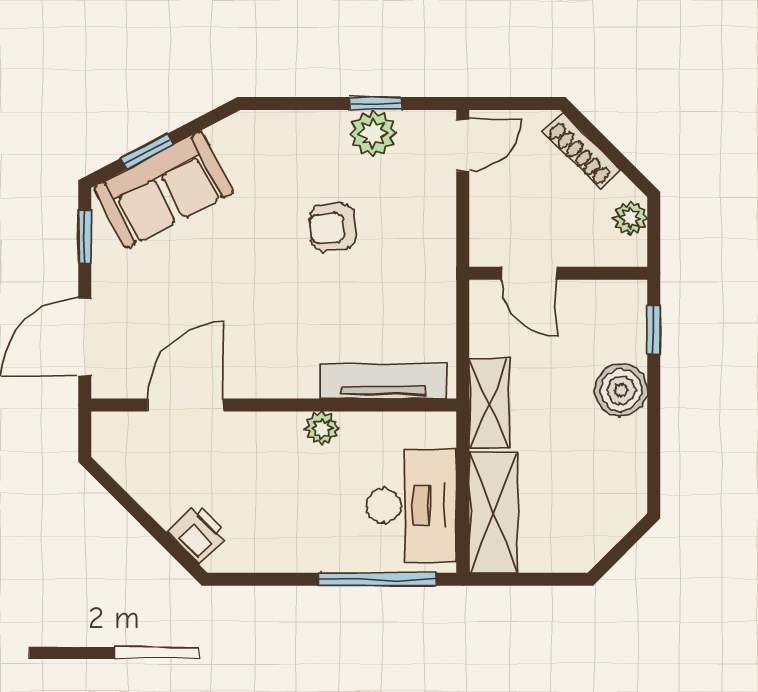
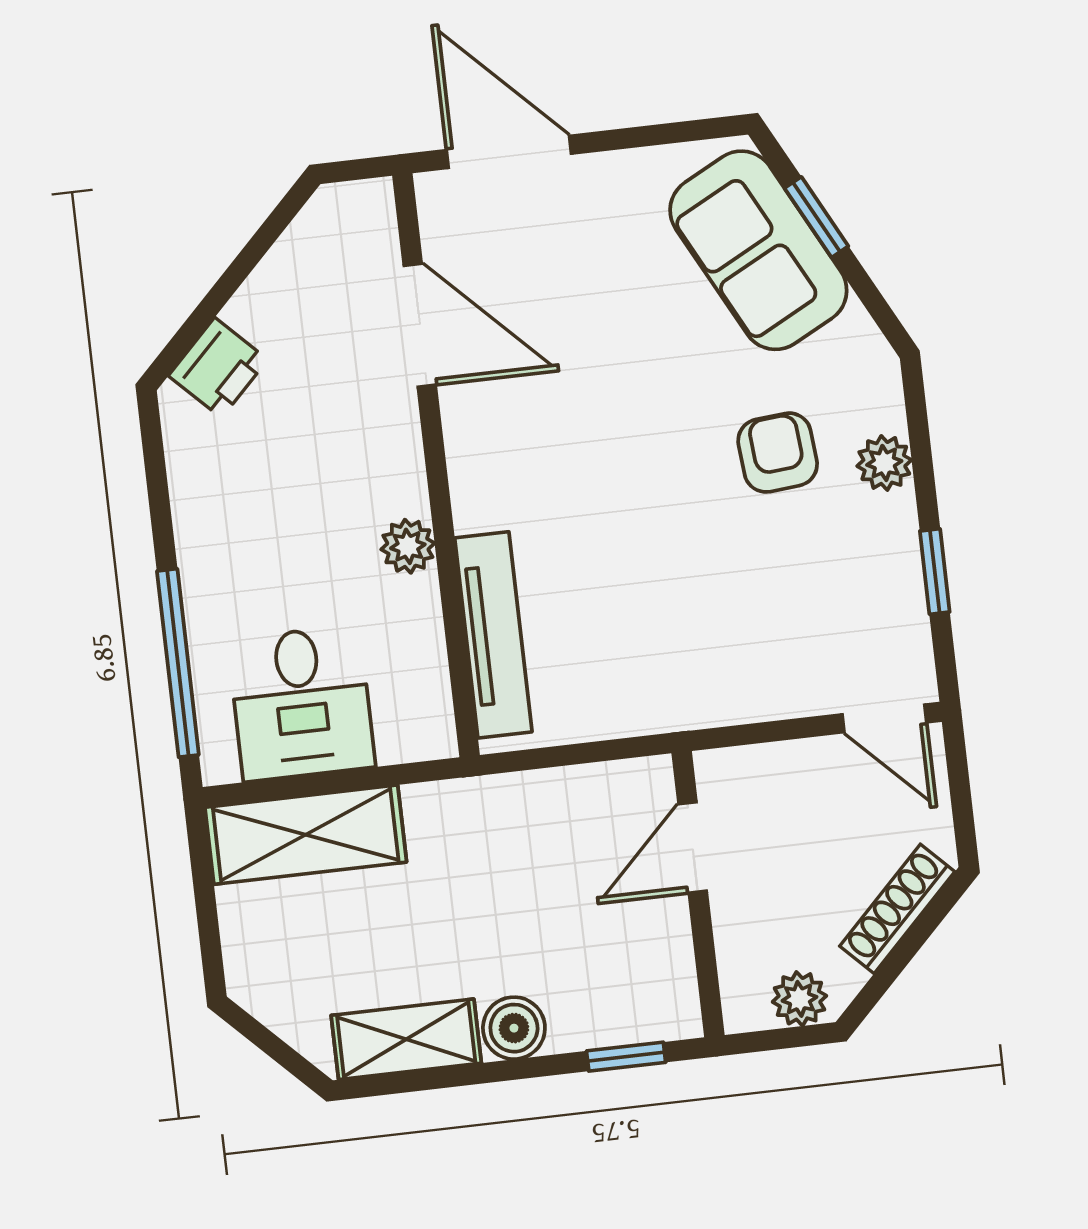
plant: (373, 133) -> (884, 463), moved, width x0.73, depth x0.73
armchair: (333, 227) -> (778, 453), moved
window: (85, 237) -> (669, 133), removed
boiler: (621, 390) -> (514, 1028), width x0.73, depth x0.73
shelving: (489, 403) -> (406, 1039), moved
desk: (411, 505) -> (301, 703), width x0.73

